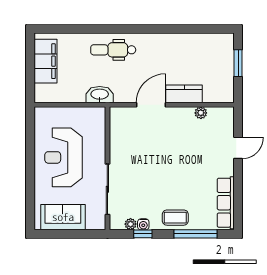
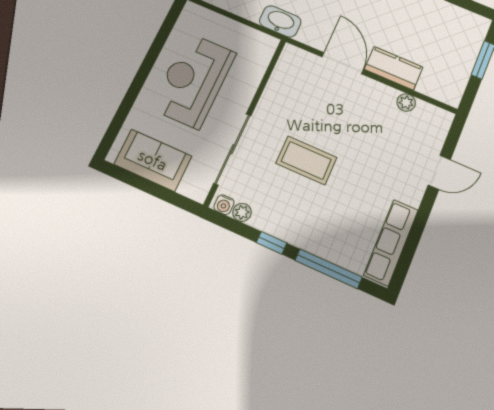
door: (151, 105) -> (343, 63), hinge flipped
coffee table: (175, 218) -> (306, 160), moved, width x1.36, depth x1.30
water cooler: (143, 224) -> (224, 205), moved
window: (143, 234) -> (272, 243), moved

